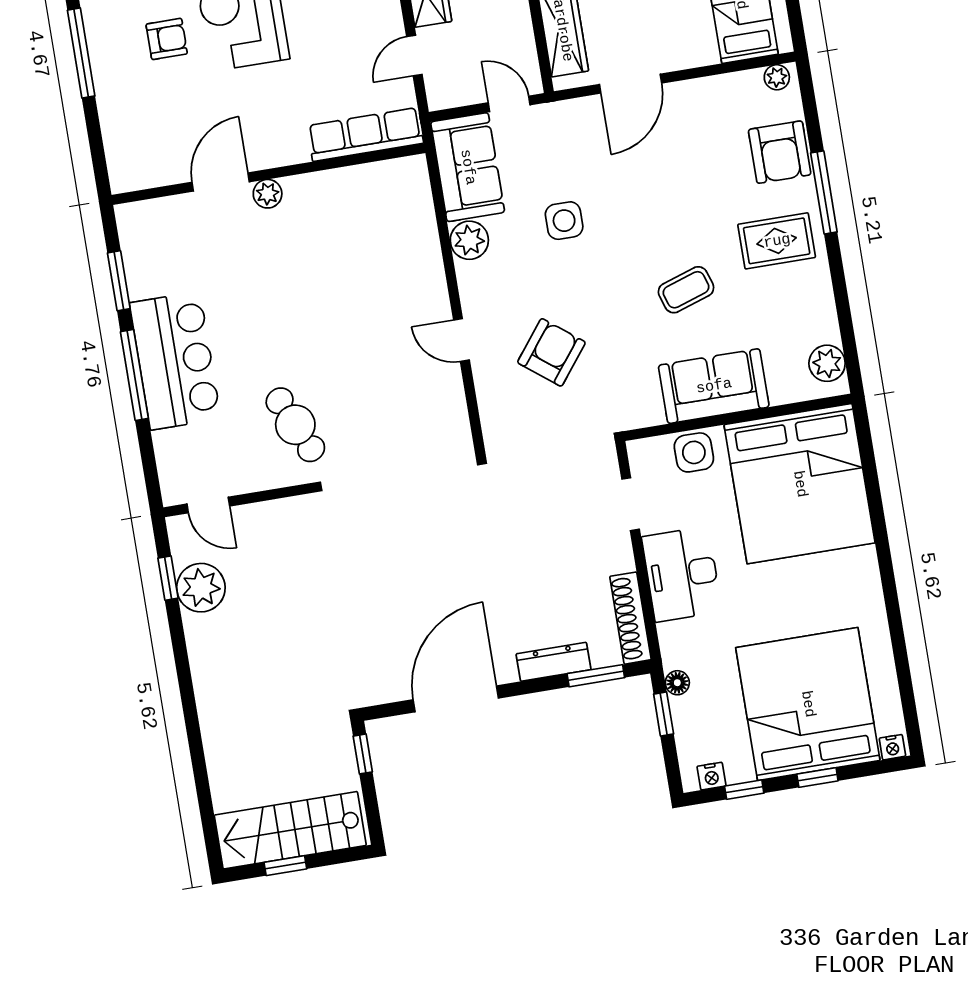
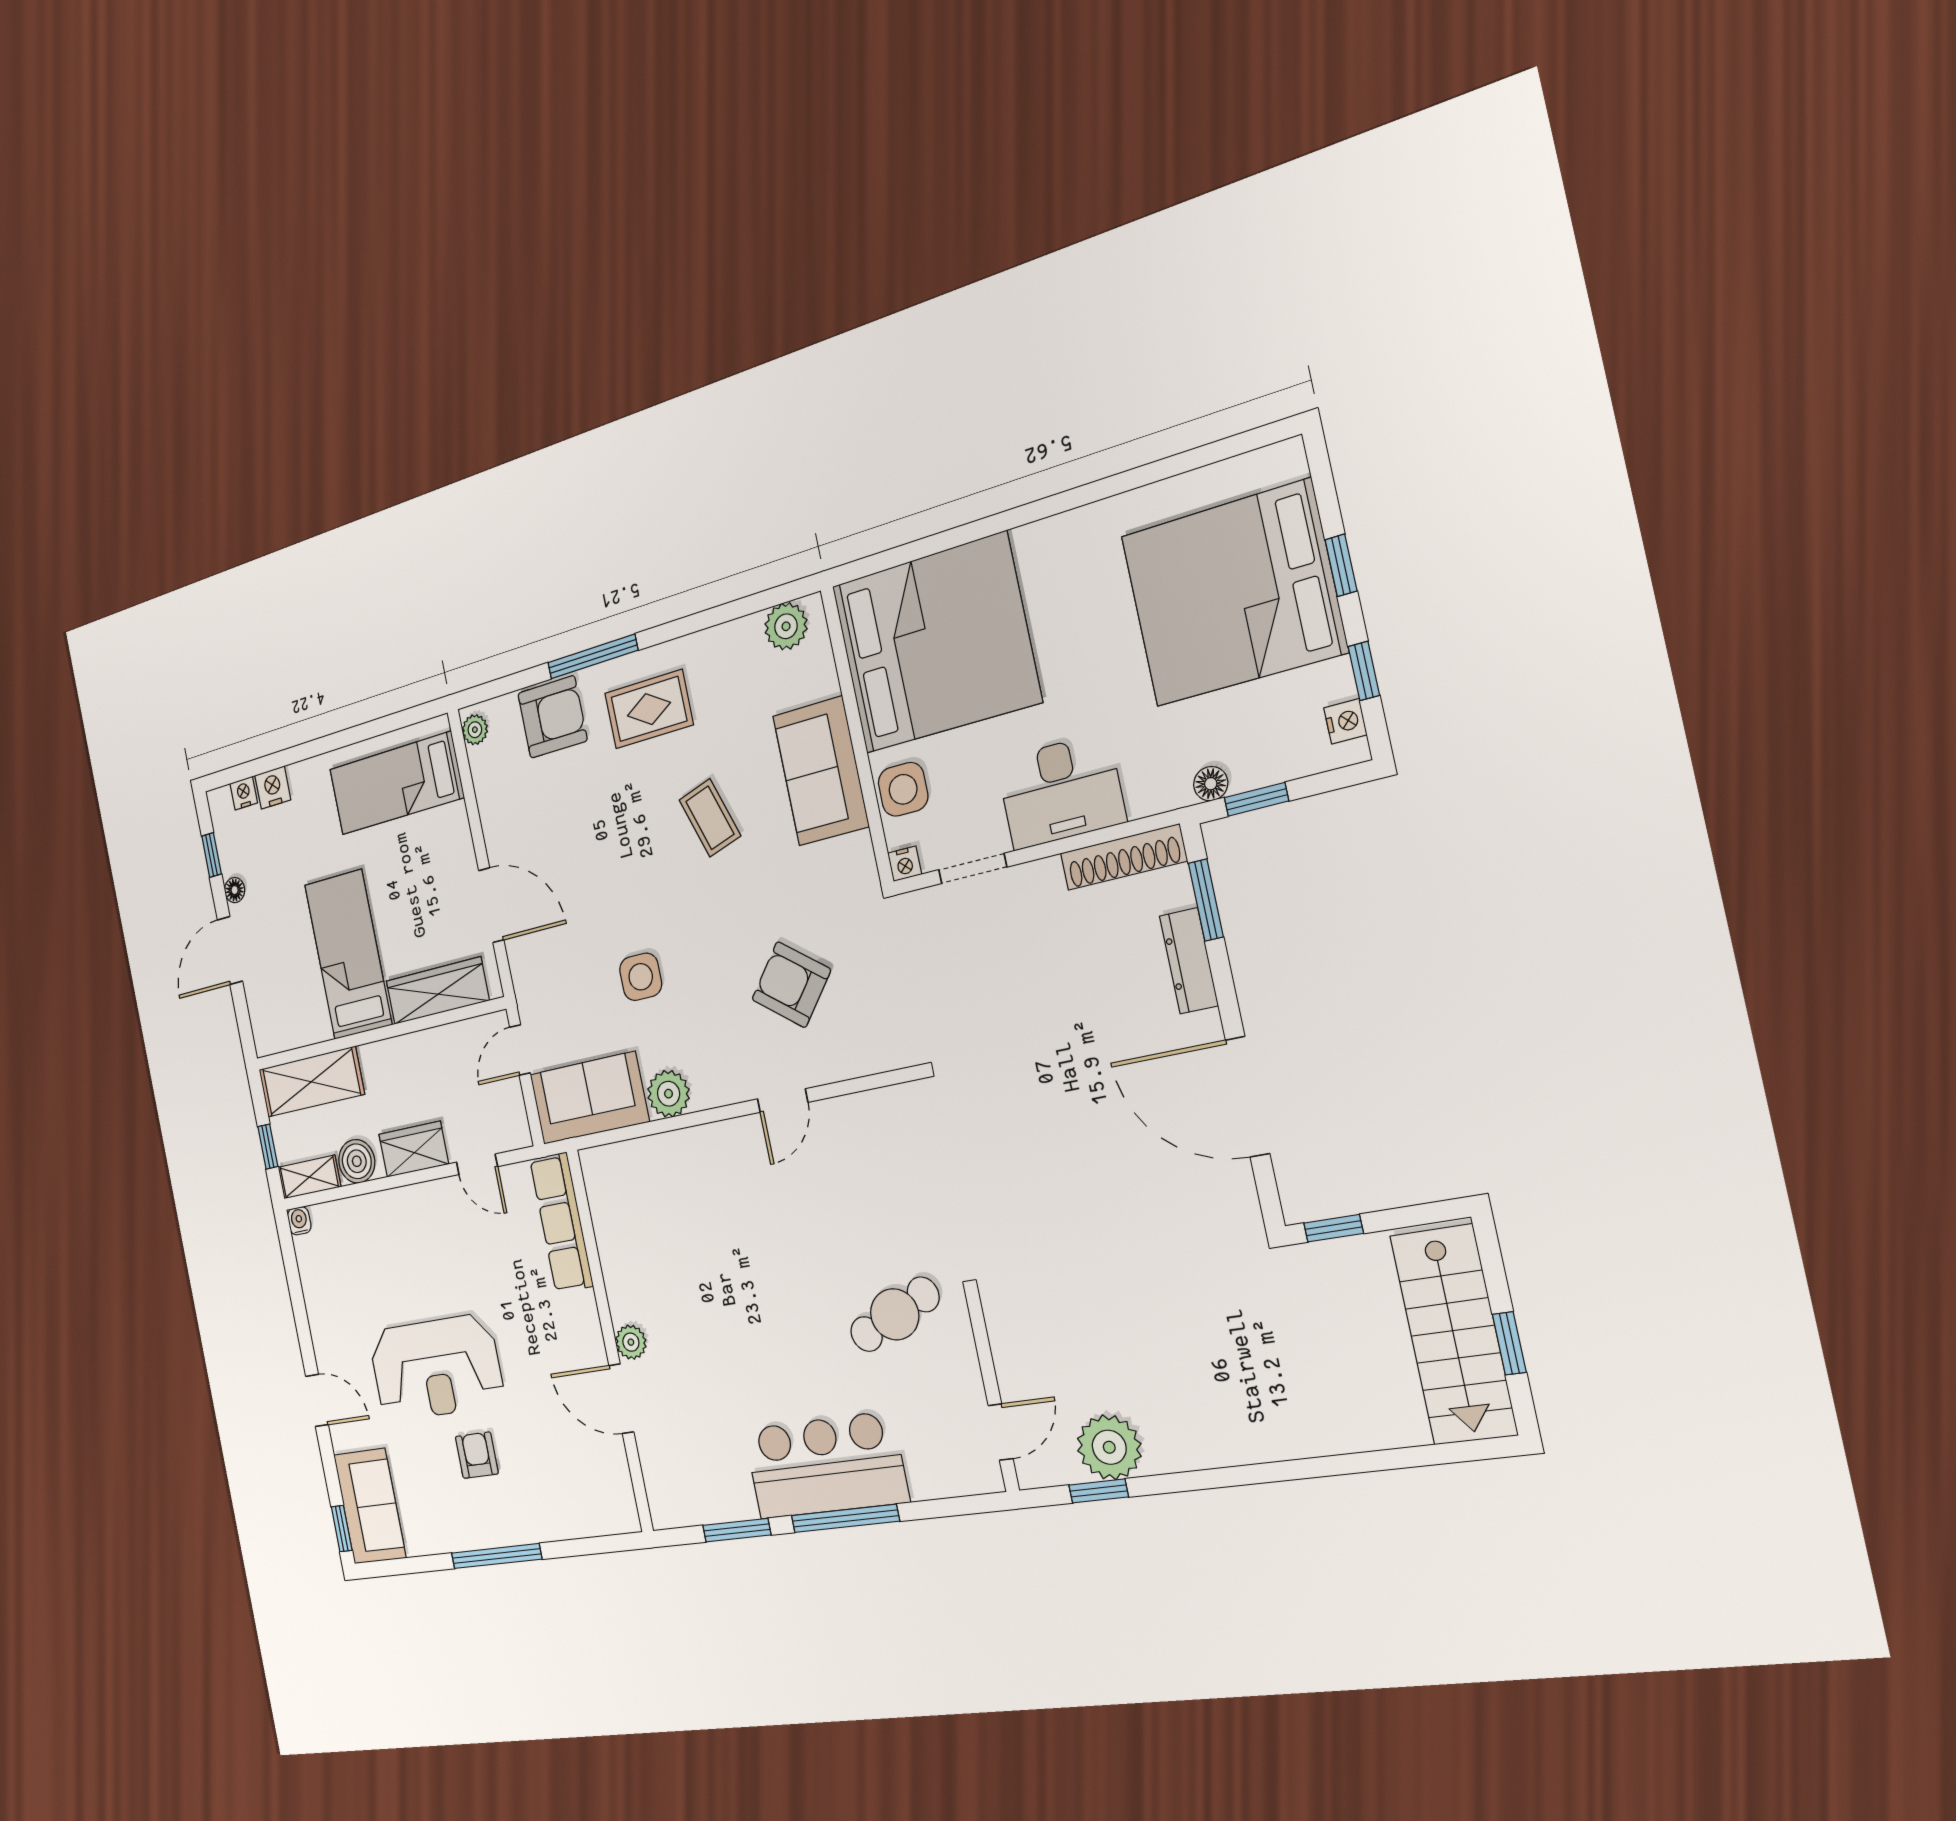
rug: (777, 241) -> (649, 709), turned 90
nightstand: (892, 747) -> (905, 864), moved, turned 90

